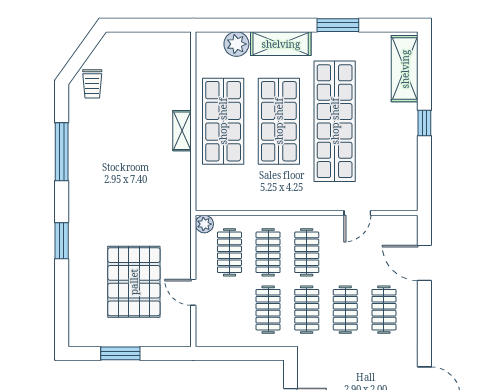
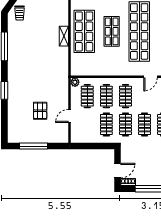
shop shelf: (279, 121) -> (112, 31), width x0.70, depth x0.74
pallet: (134, 282) -> (40, 111), width x0.49, depth x0.50
door: (193, 292) -> (69, 116), hinge flipped
window: (120, 353) -> (33, 146), width x1.44

